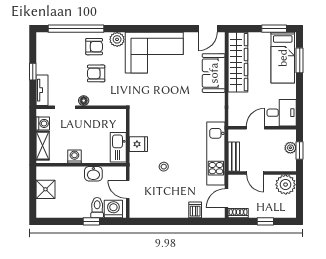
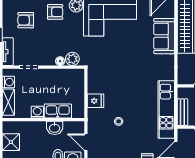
armchair: (96, 73) -> (26, 20), moved
plant: (113, 98) -> (72, 59), added
floor lamp: (84, 101) -> (60, 61), moved
kitchen sink: (118, 147) -> (58, 111), moved, turned 90

